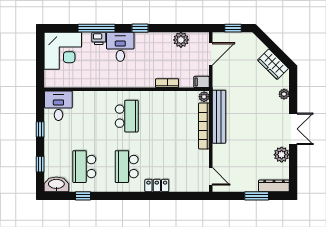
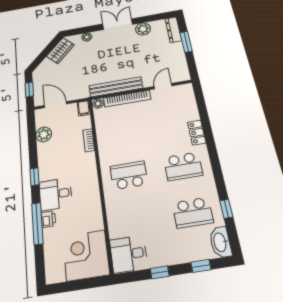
corner desk: (63, 51) -> (86, 255), moved, turned -90
door: (211, 176) -> (163, 86), moved

